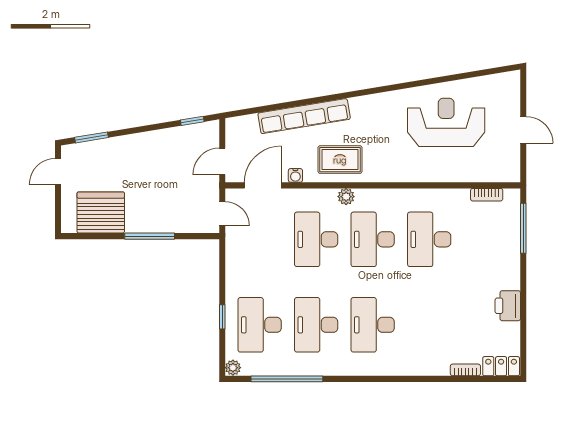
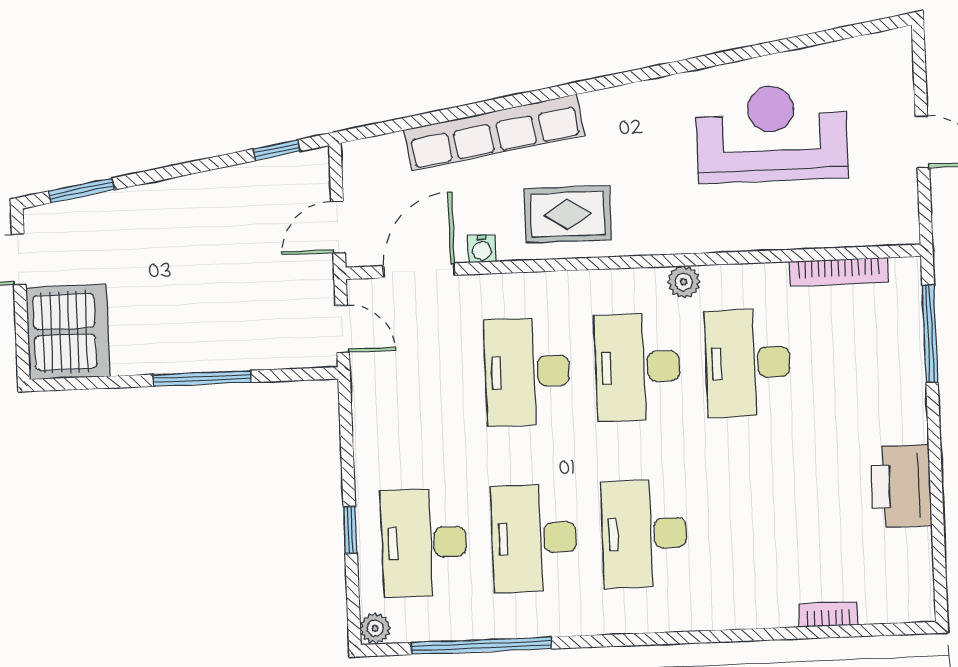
bookcase: (487, 195) -> (839, 272), width x1.56
plant: (346, 197) -> (684, 282), moved
server rack: (101, 212) -> (68, 332), moved, turned 90
printer: (508, 306) -> (901, 486), width x1.37, depth x1.19
locker: (501, 366) -> (898, 604), removed

